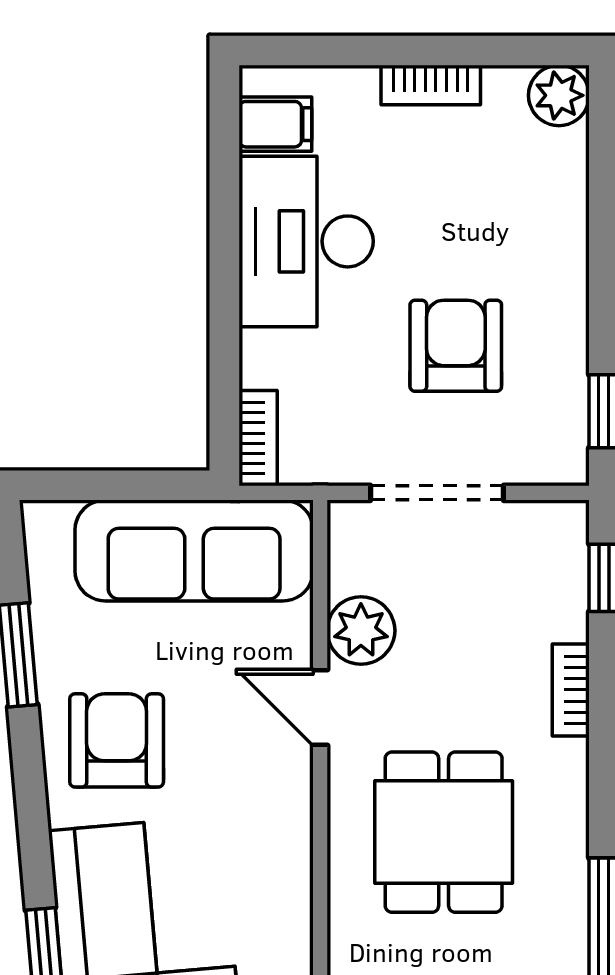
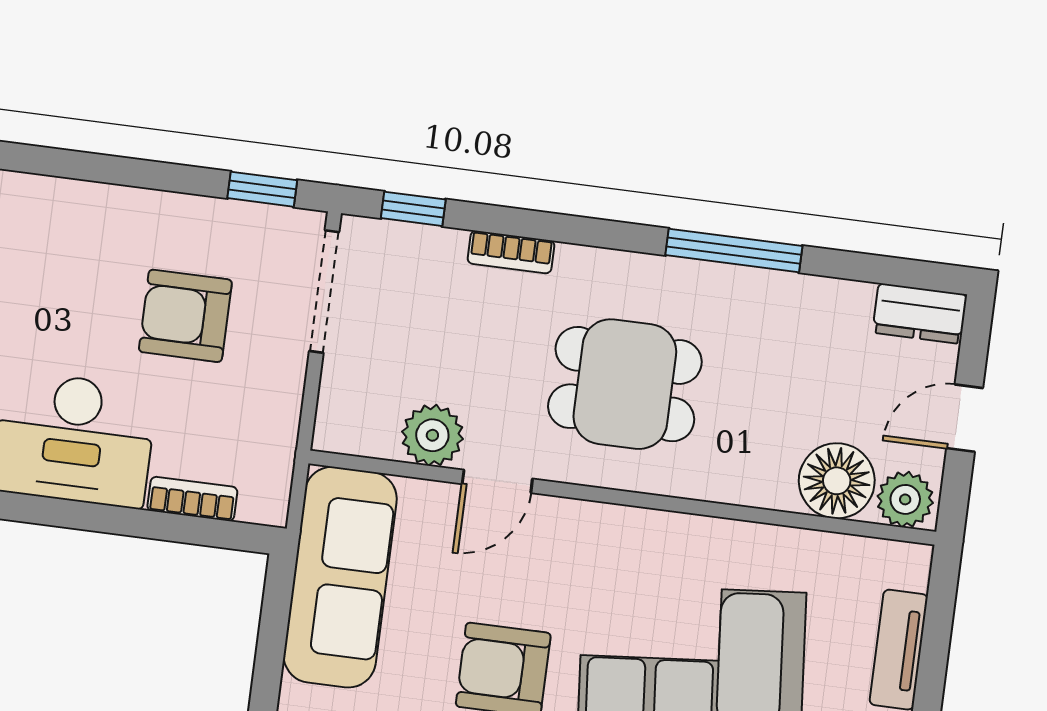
bookcase: (258, 438) -> (192, 499), moved
doorway: (437, 493) -> (324, 292), moved

